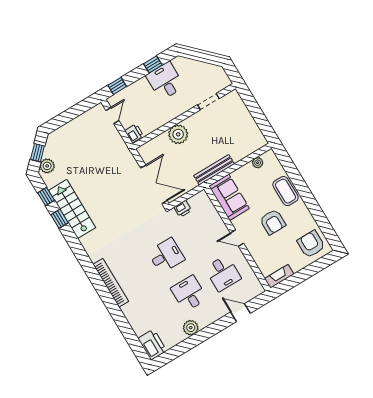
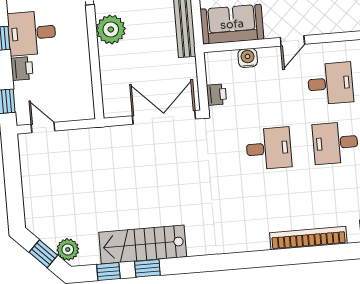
printer: (134, 133) -> (22, 68), moved, turned 90
plant: (178, 134) -> (111, 29), moved
water cooler: (214, 217) -> (248, 58), added
desk: (166, 256) -> (269, 148), turned 90
bookcase: (111, 283) -> (308, 238), moved

